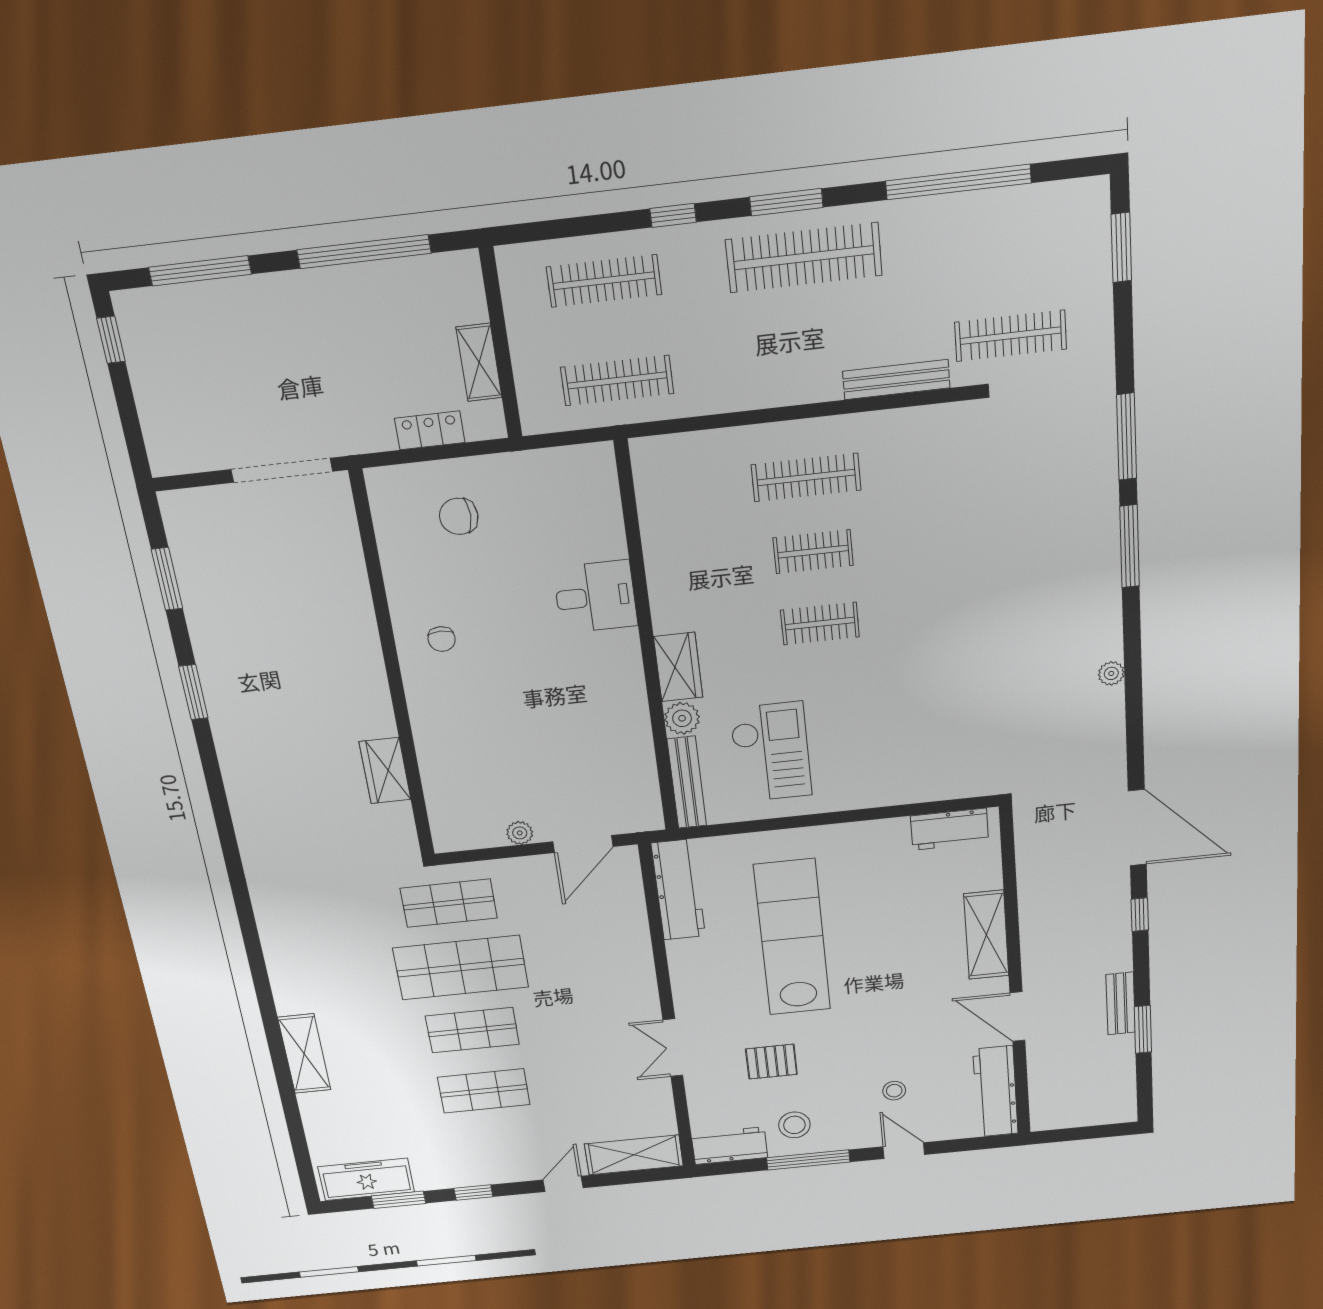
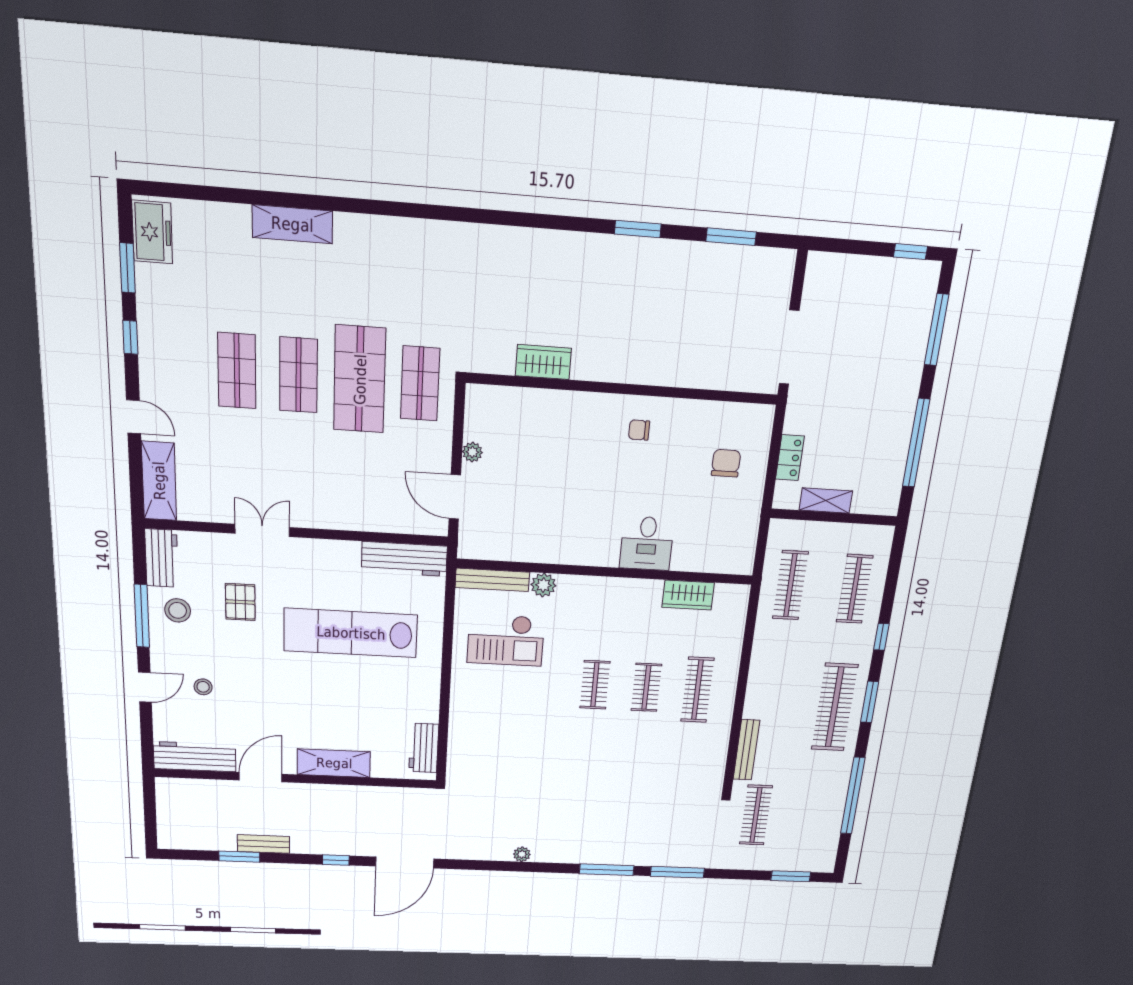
wardrobe: (678, 667) -> (688, 595), moved
lab bench: (792, 938) -> (351, 633), turned 180
freezer: (366, 1179) -> (152, 232), width x0.71

